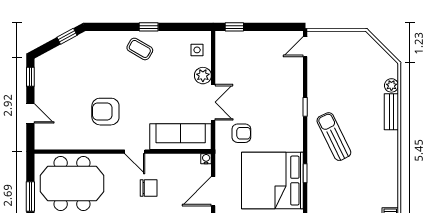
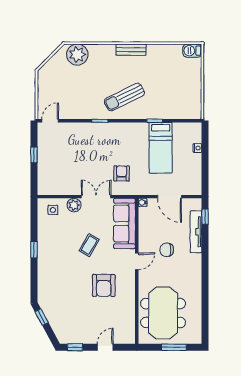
window: (234, 27) -> (34, 155), moved
door: (305, 47) -> (50, 121), swing flipped
coffee table: (140, 49) -> (89, 245), moved
plant: (391, 85) -> (77, 55), width x1.87, depth x1.87
bench: (391, 112) -> (131, 50), moved
bed: (272, 181) -> (161, 148), width x0.49
chair: (149, 188) -> (167, 250), turned -90

